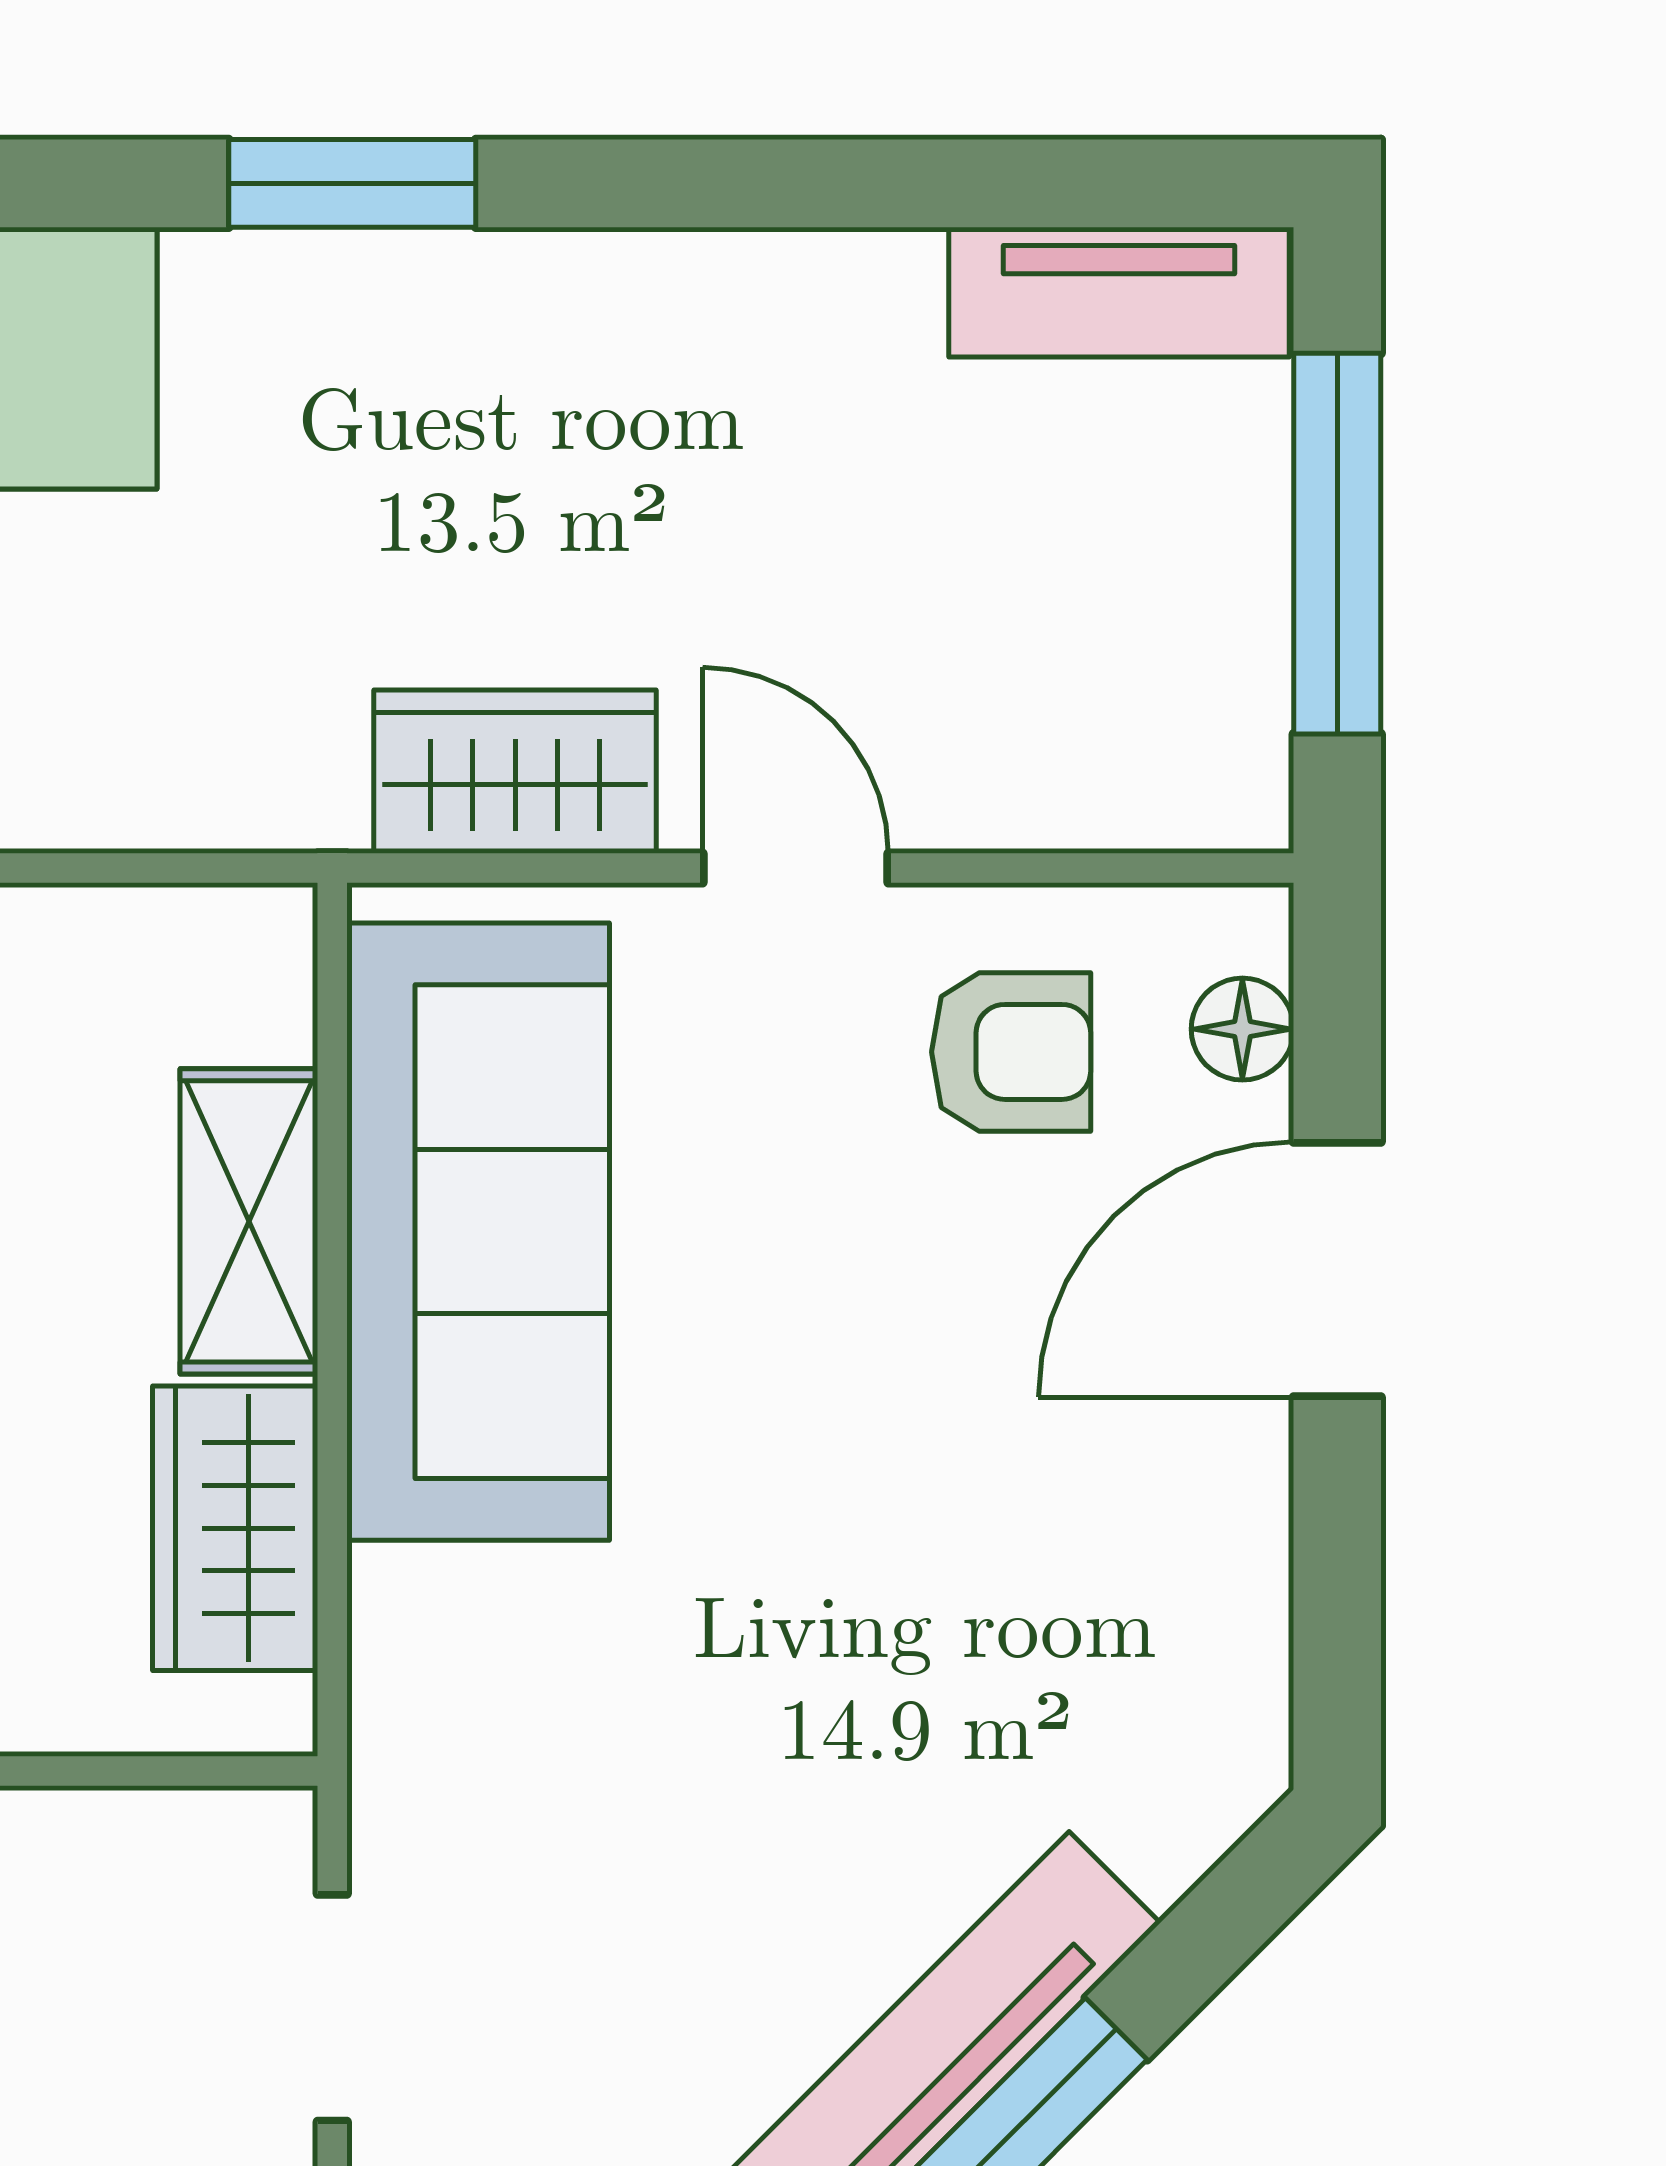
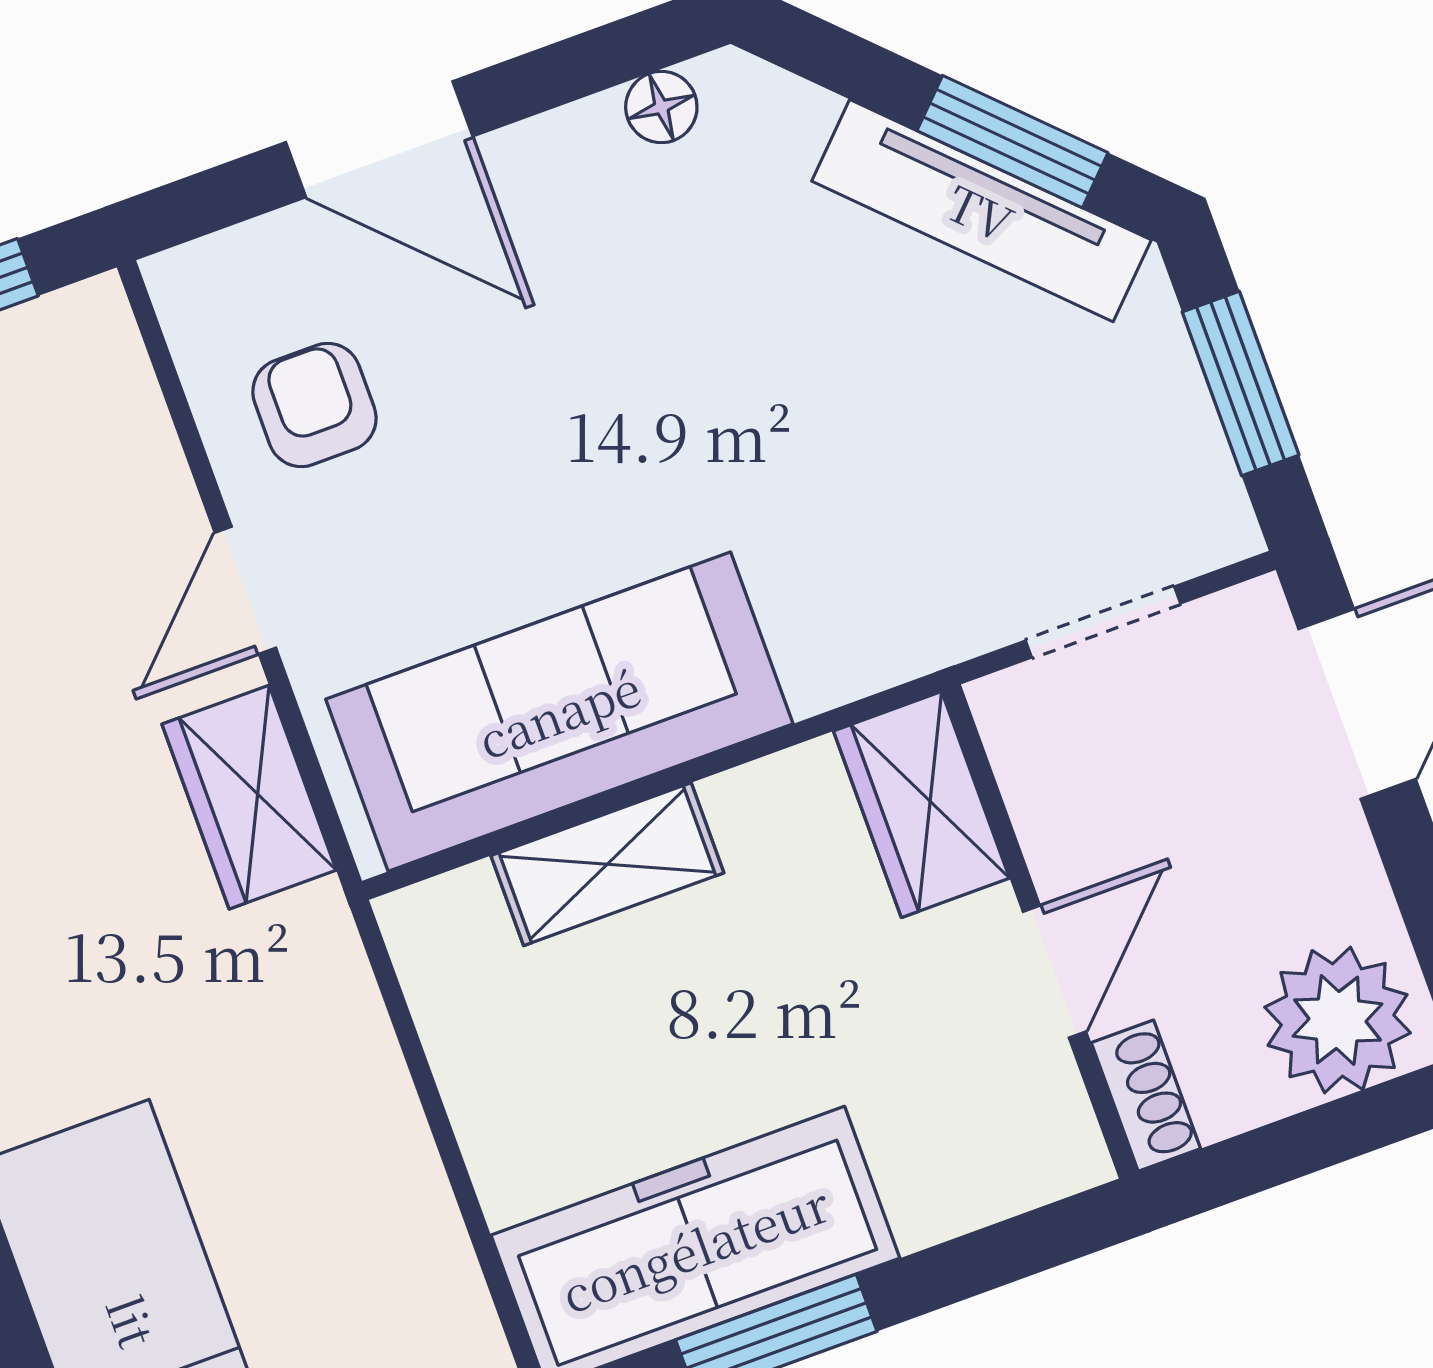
floor lamp: (1242, 1029) -> (661, 107), moved
wardrobe: (235, 1528) -> (922, 805), moved, turned 90

